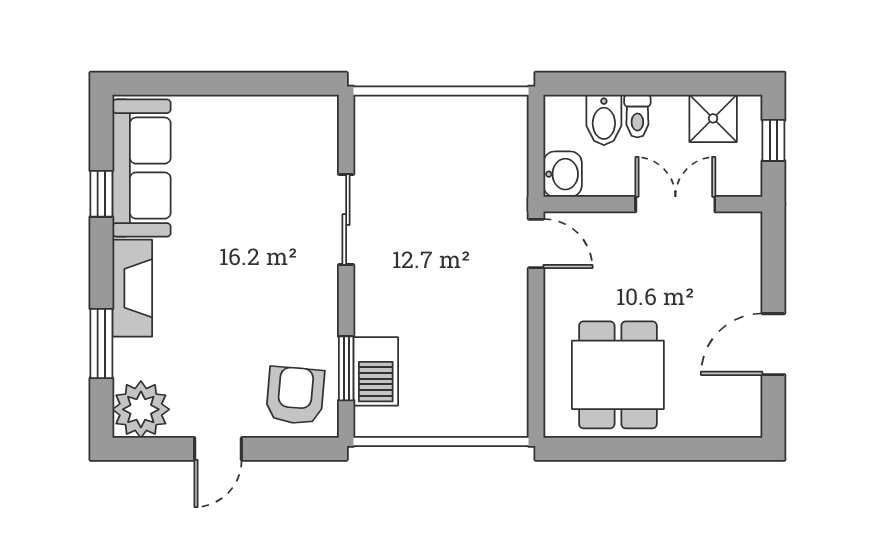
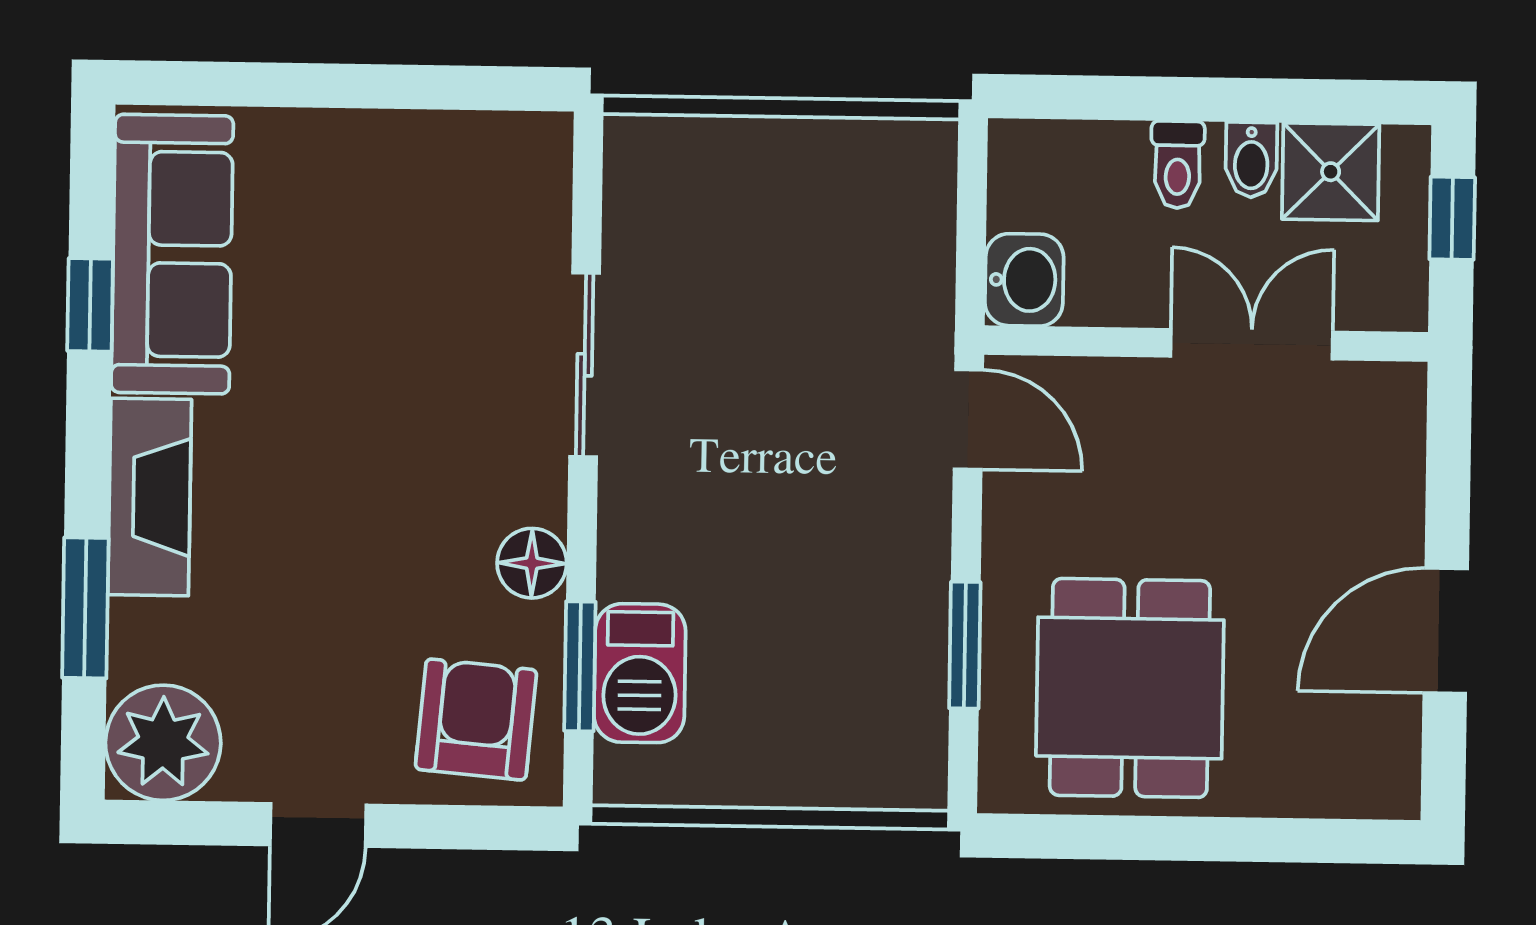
bidet: (604, 120) -> (1251, 160), moved, width x0.72, depth x0.74
floor lamp: (322, 318) -> (532, 563), added
window: (536, 355) -> (965, 645), added

